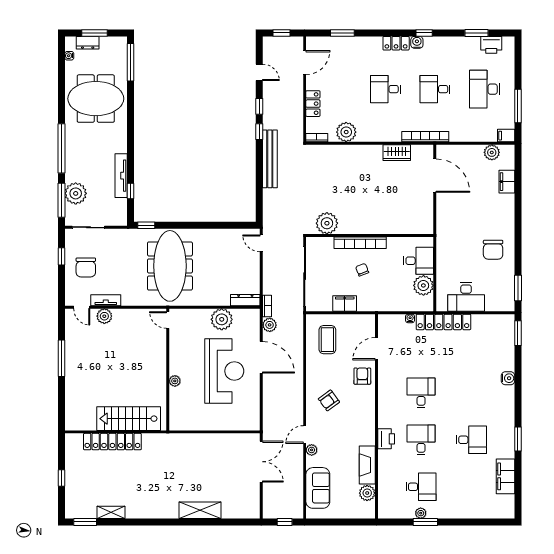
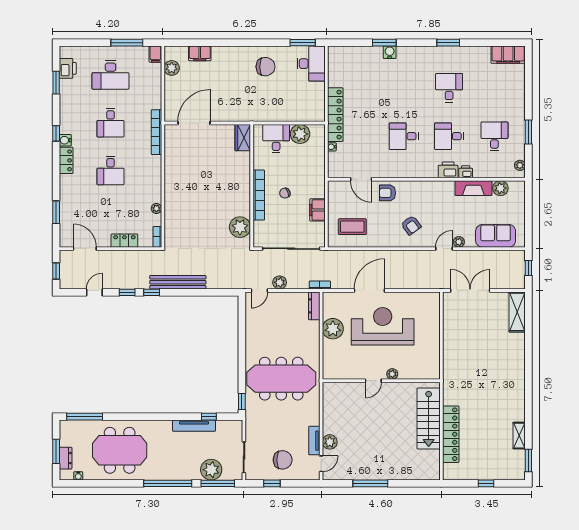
meeting table: (96, 99) -> (120, 450), turned 90
plant: (346, 132) -> (156, 208), width x0.53, depth x0.53
wardrobe: (397, 153) -> (243, 138), moved, turned 180
desk: (466, 297) -> (311, 64), moved
door: (168, 320) -> (373, 381), moved
plant: (270, 325) -> (280, 282), moved
window: (518, 333) -> (384, 43), moved
door: (305, 435) -> (444, 249), swing flipped
printer: (384, 457) -> (466, 172), added
filing cabinet: (505, 476) -> (508, 55), moved
shelving: (200, 510) -> (517, 312), moved
plant: (421, 513) -> (520, 165), moved

